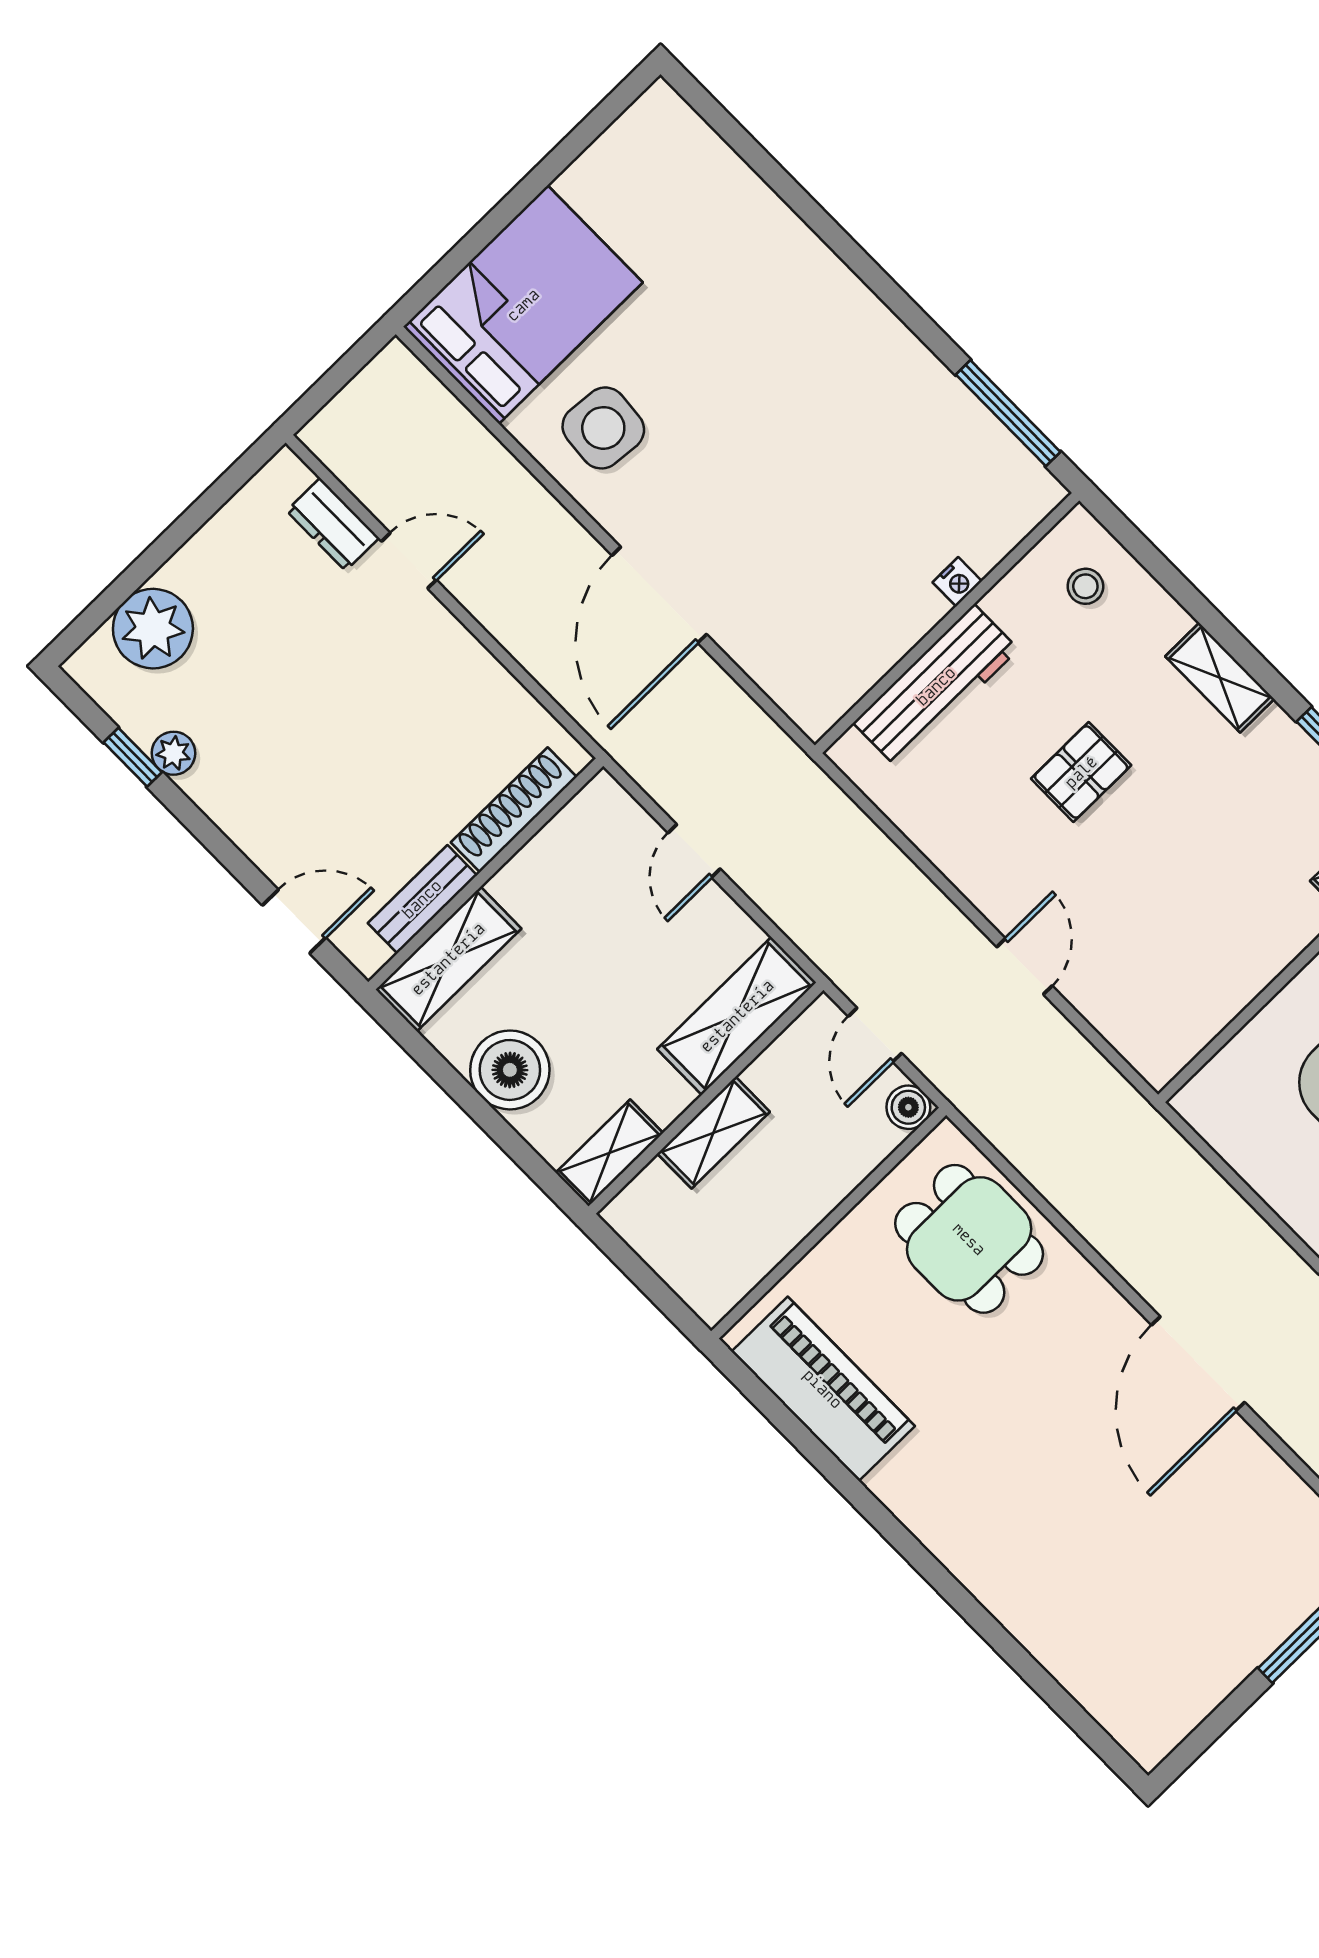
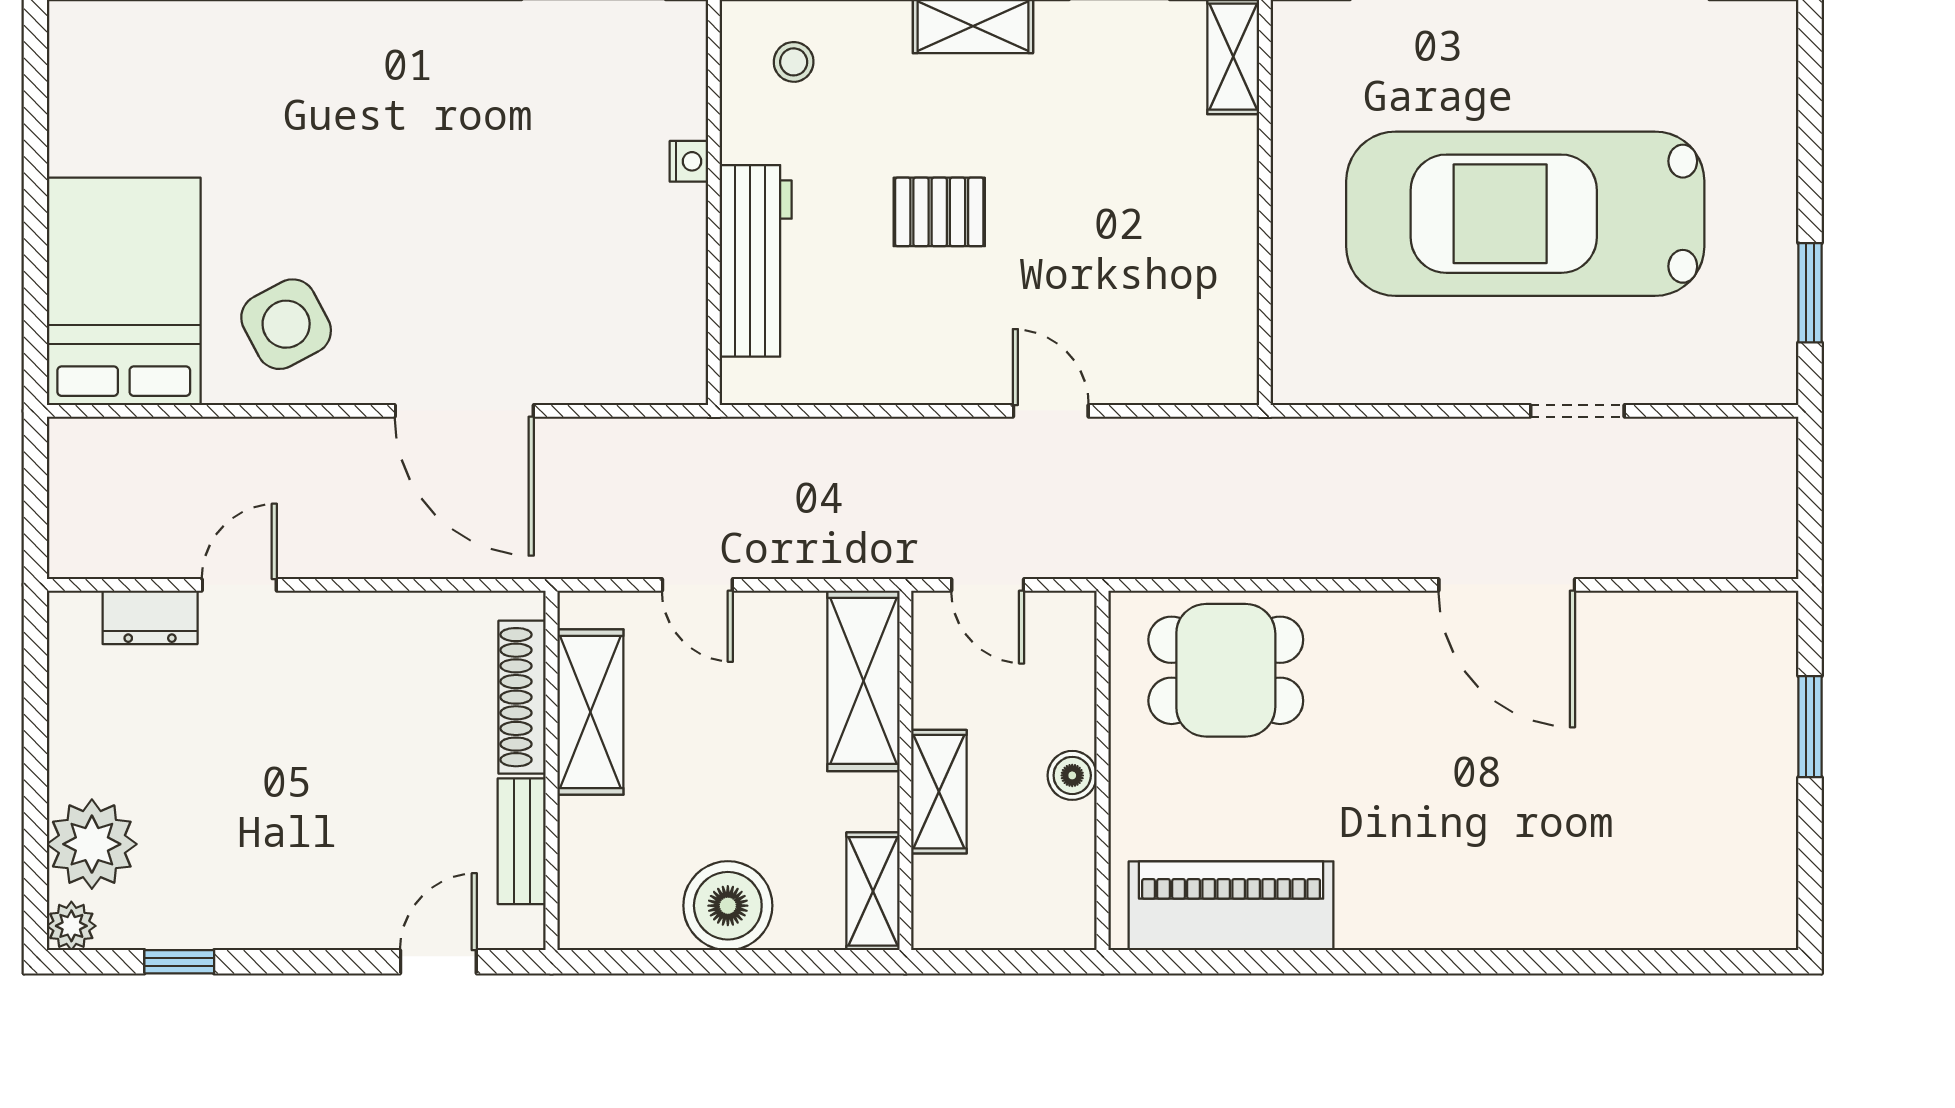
side table: (603, 428) -> (286, 324), turned -33
plant: (173, 753) -> (71, 926), moved
pallet: (1081, 772) -> (939, 212), turned 90
shelving: (448, 959) -> (590, 712), moved
boiler: (908, 1107) -> (1072, 775), moved

